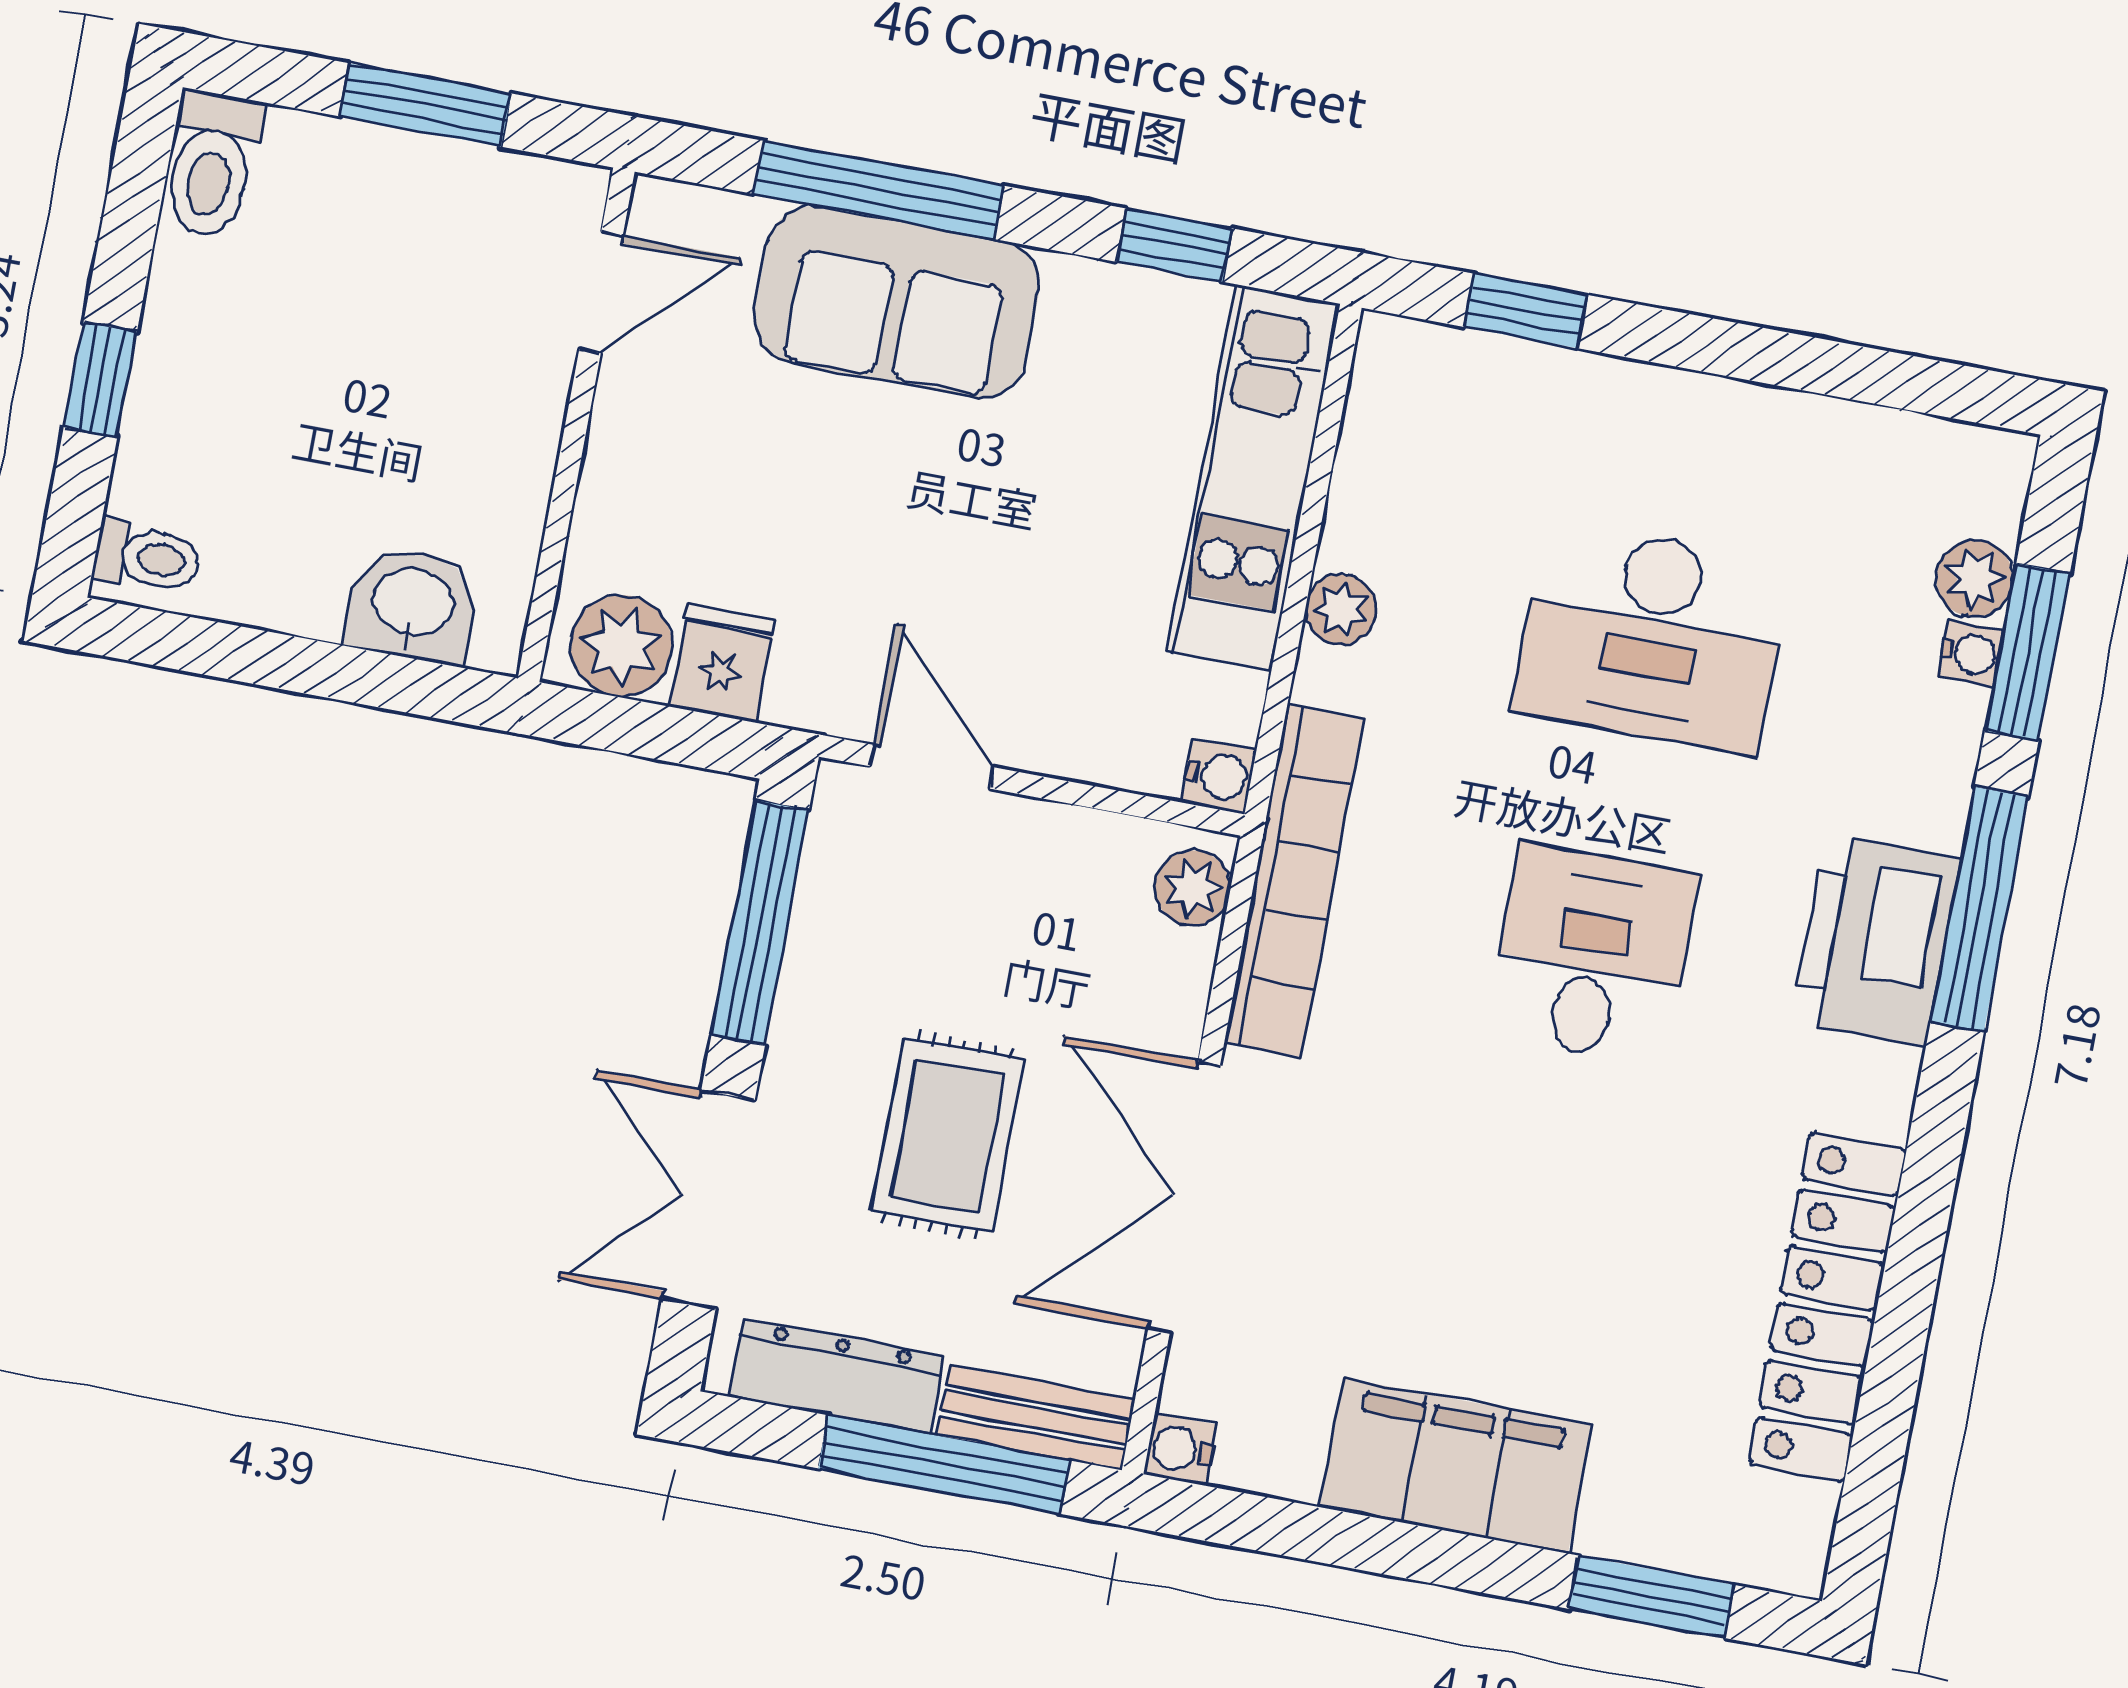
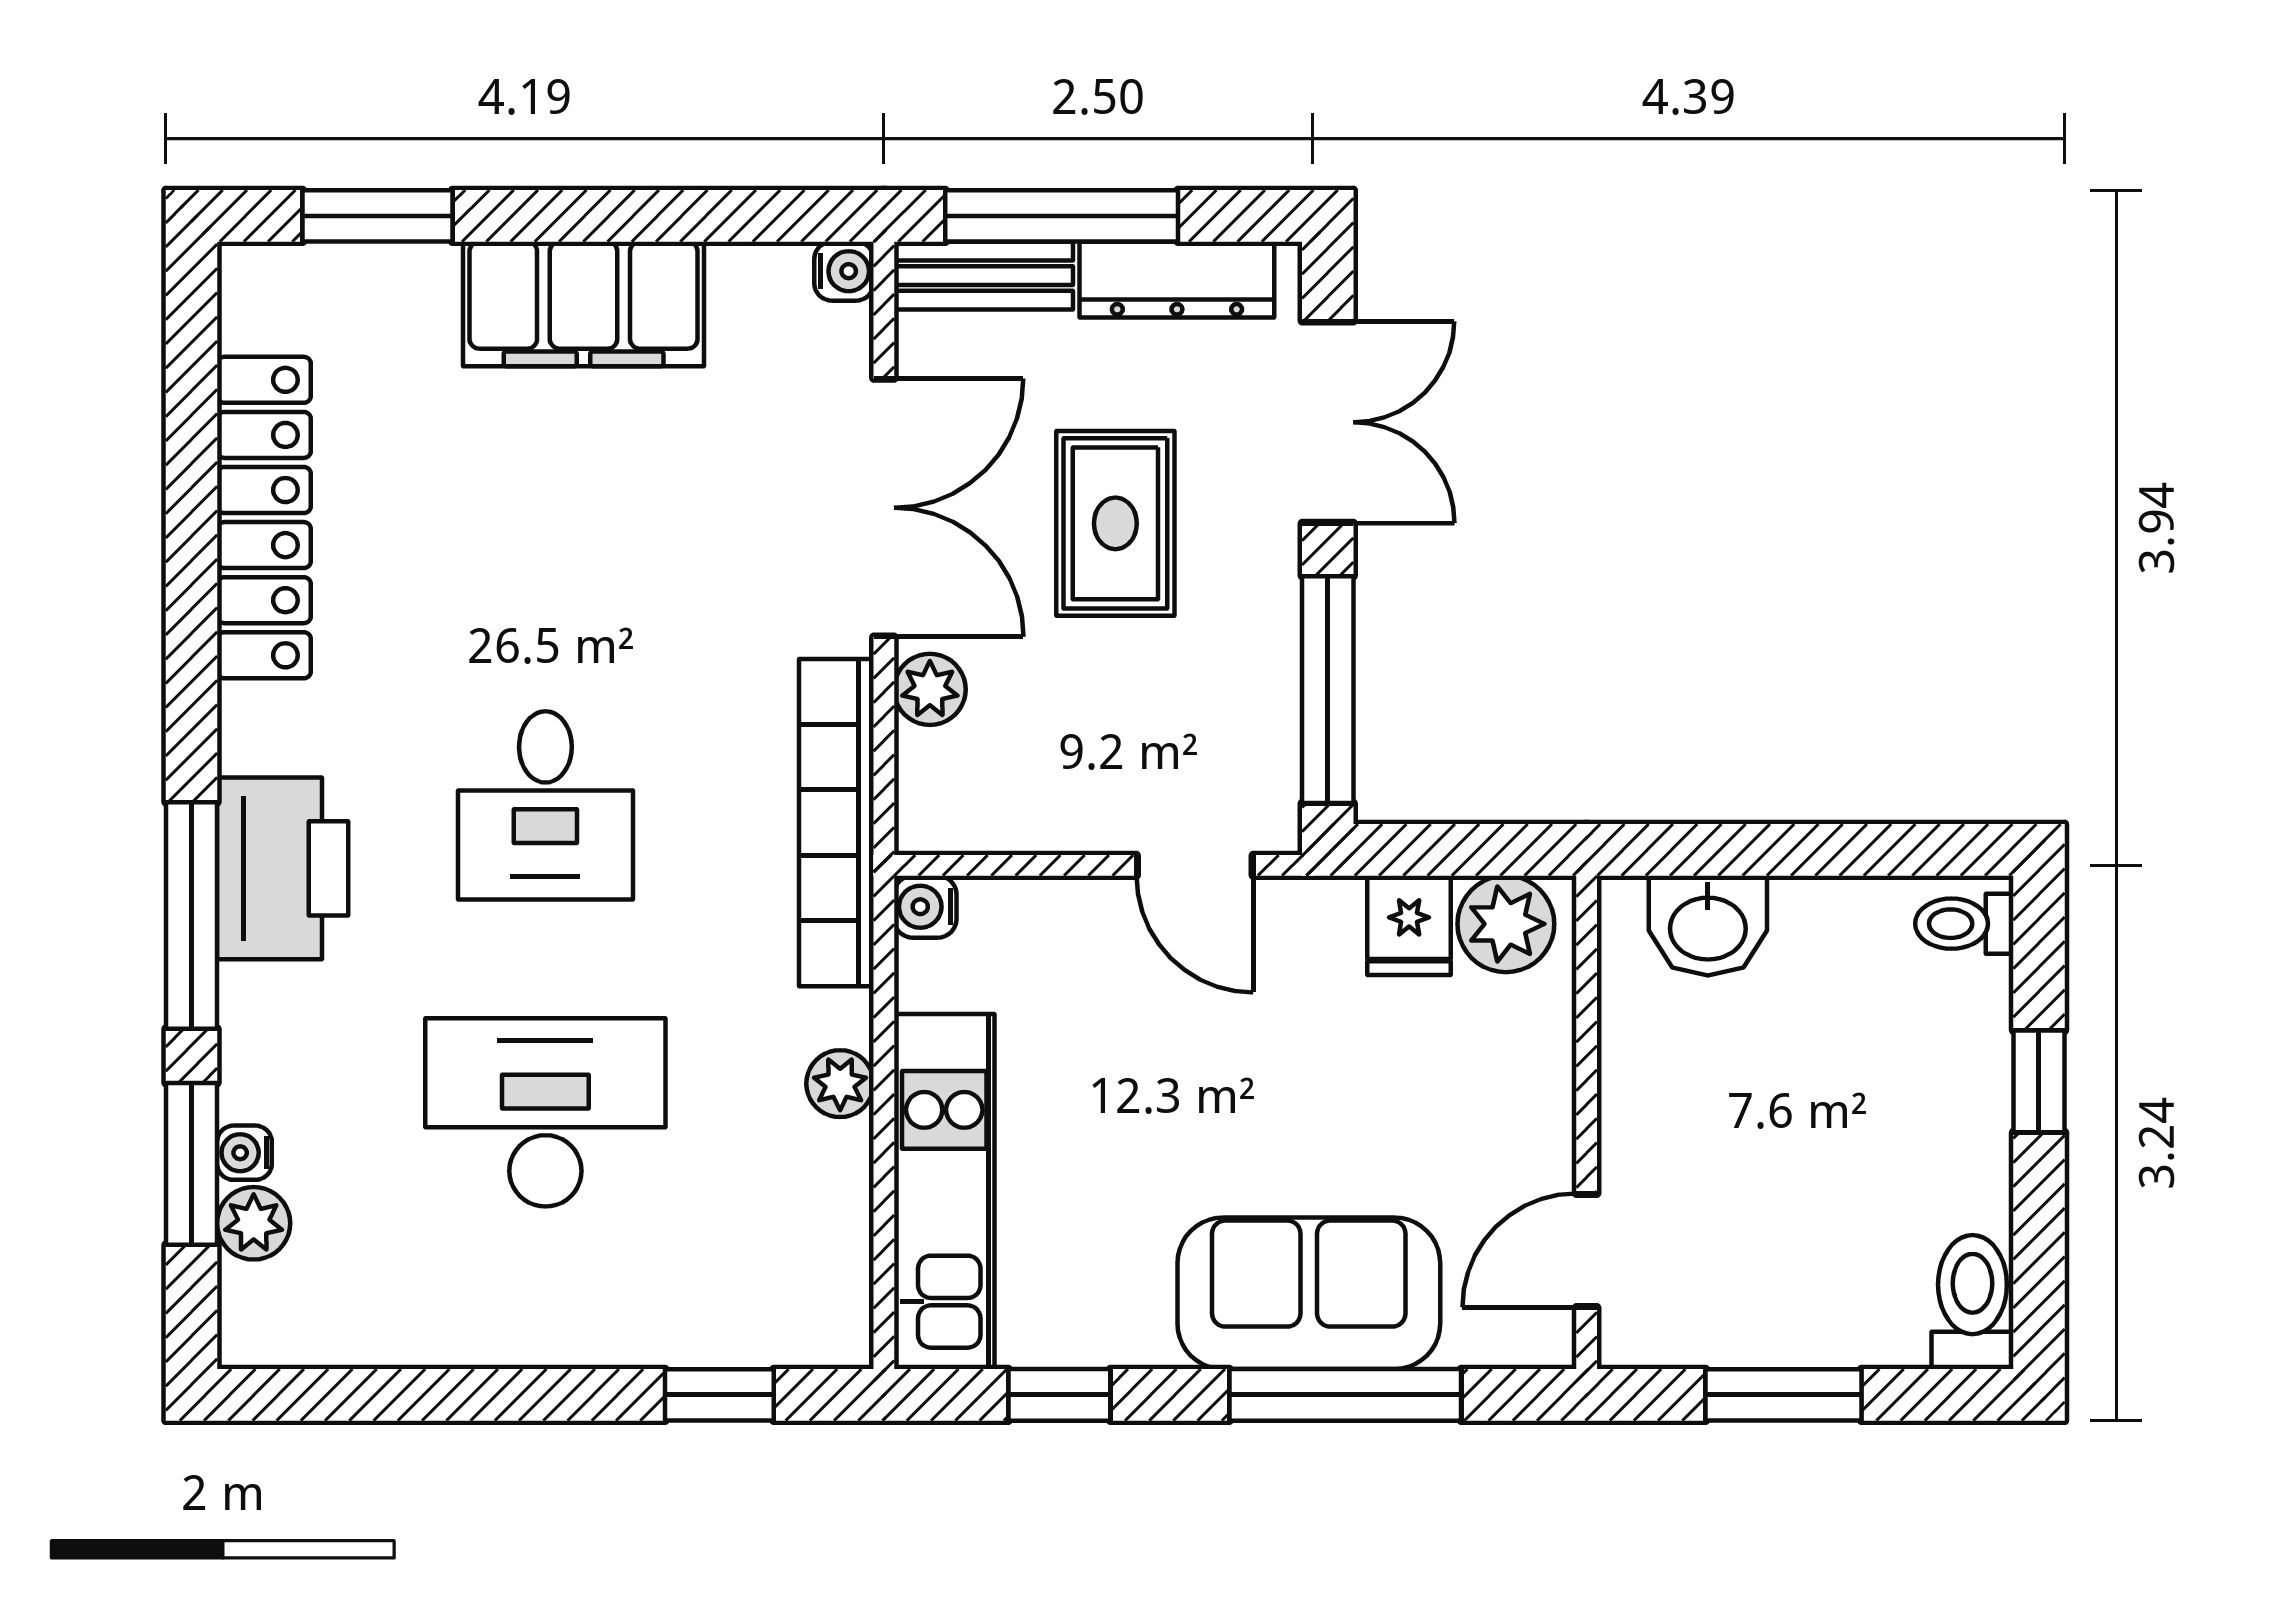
plant: (1193, 888) -> (930, 689), moved

